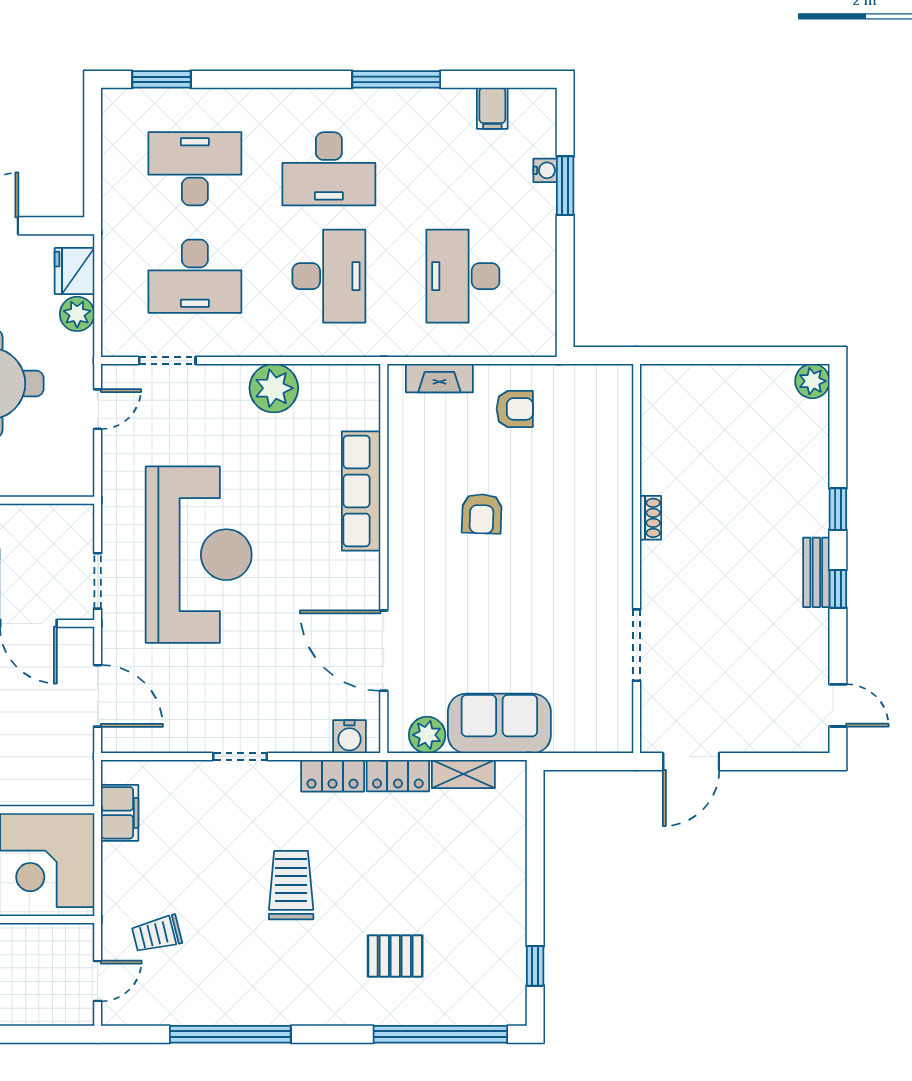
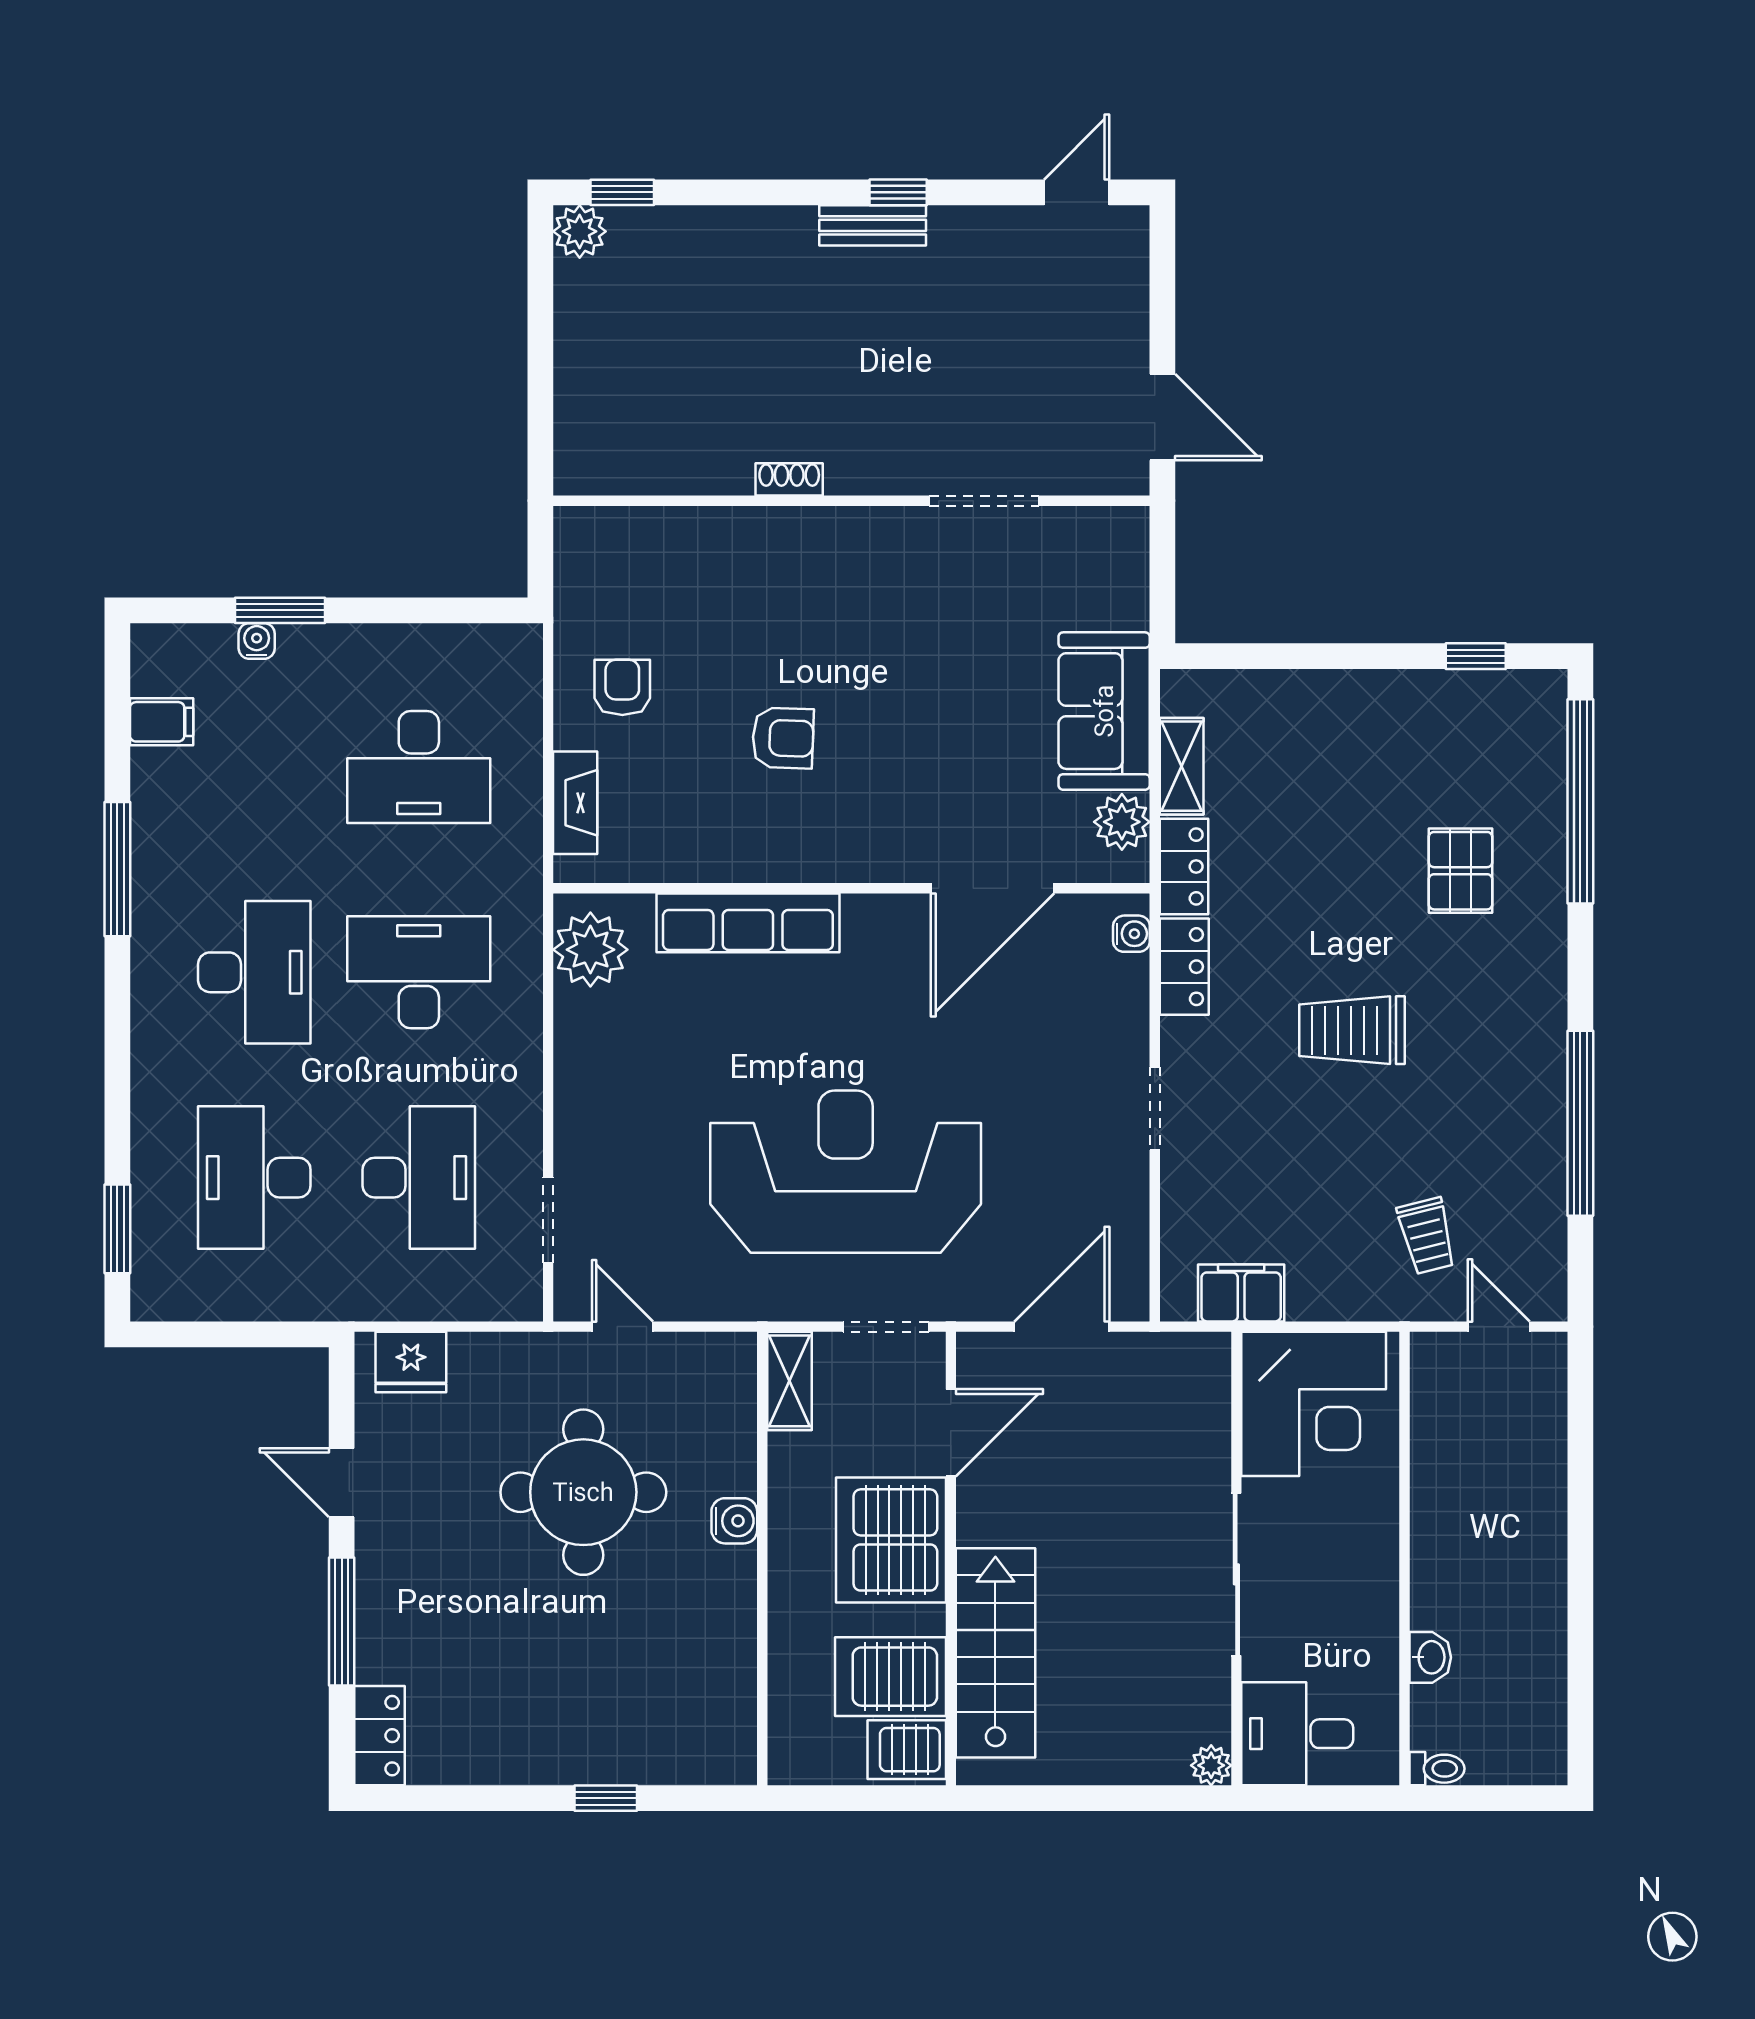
plant: (77, 314) -> (477, 1358), removed
plant: (274, 388) -> (590, 950), moved
window: (838, 509) -> (622, 192), moved
shelving: (62, 518) -> (789, 1381), added
water cooler: (349, 737) -> (1131, 934), width x0.72, depth x0.72

